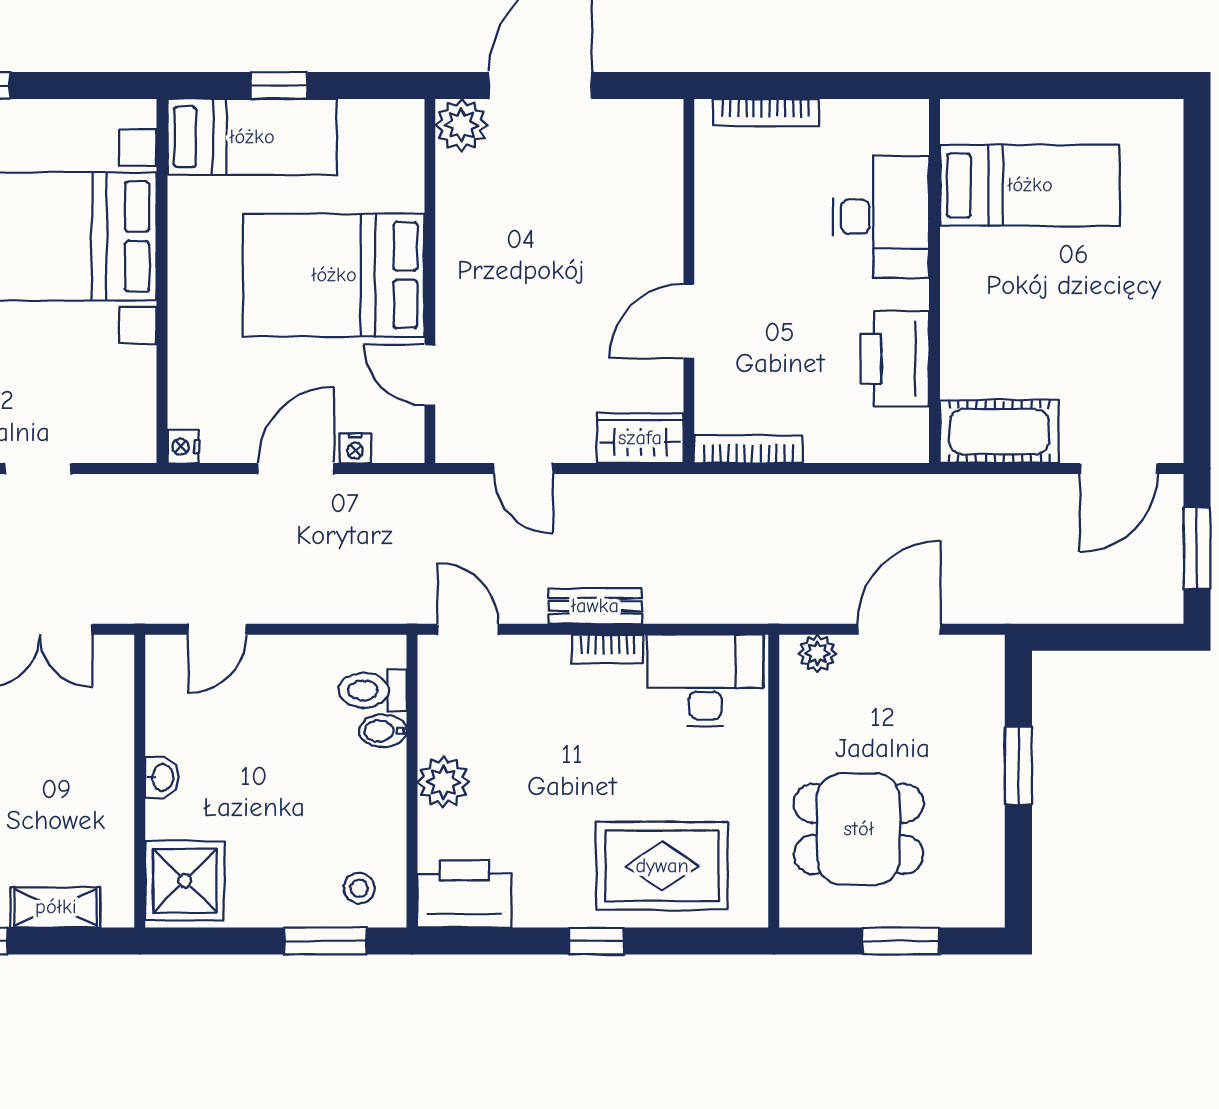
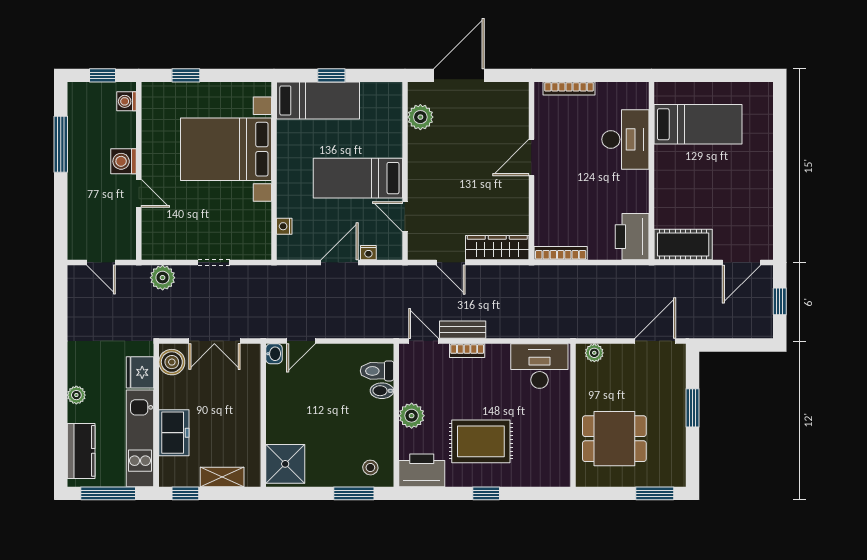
plant: (462, 125) -> (420, 117), moved
bed: (334, 275) -> (358, 178), width x0.67
door: (689, 321) -> (531, 157), moved
printer: (895, 359) -> (632, 237), moved
wardrobe: (640, 438) -> (497, 248), width x1.50
nightstand: (183, 447) -> (284, 226), moved
window: (1197, 548) -> (780, 301), width x0.67
bench: (595, 606) -> (463, 330), moved
door: (899, 629) -> (655, 341), moved
bookcase: (608, 649) -> (467, 351), moved
washbasin: (162, 777) -> (274, 354), moved
rug: (662, 866) -> (481, 441), moved
window: (901, 941) -> (655, 493), moved

